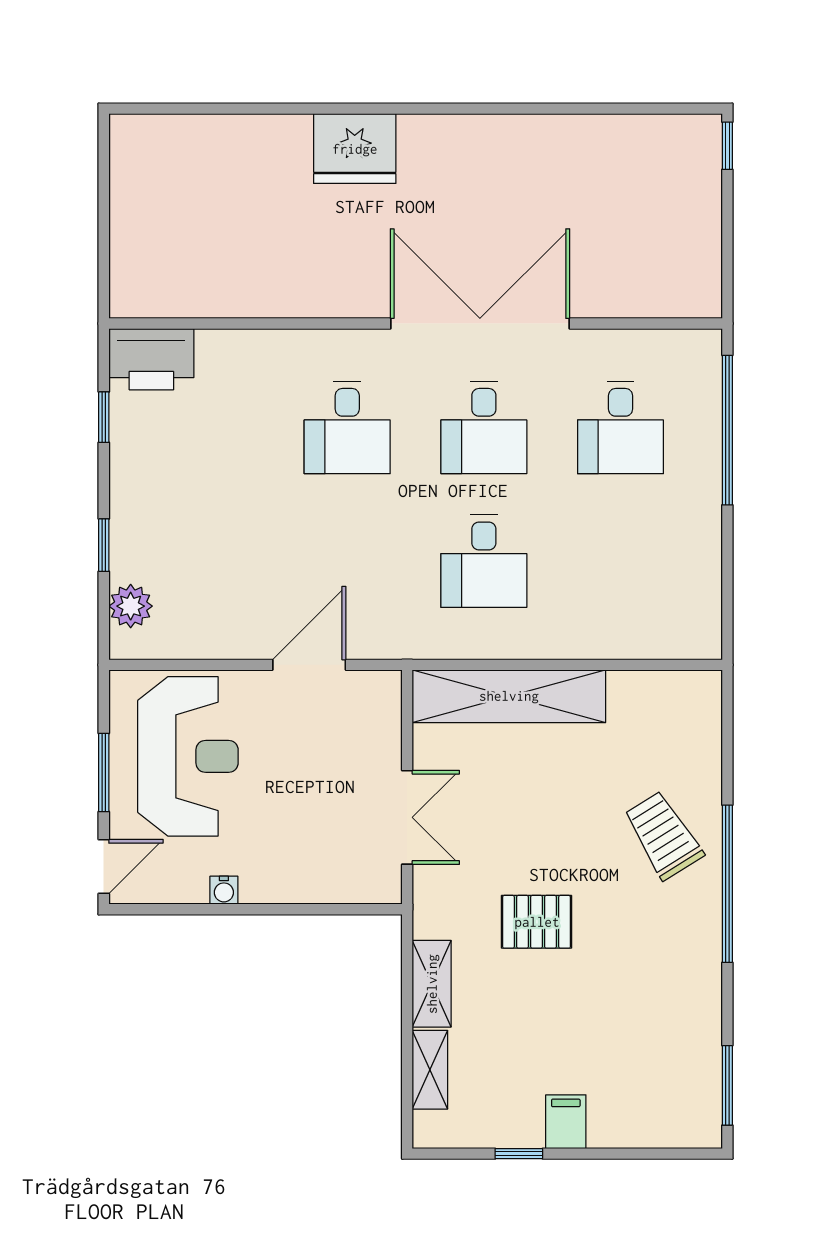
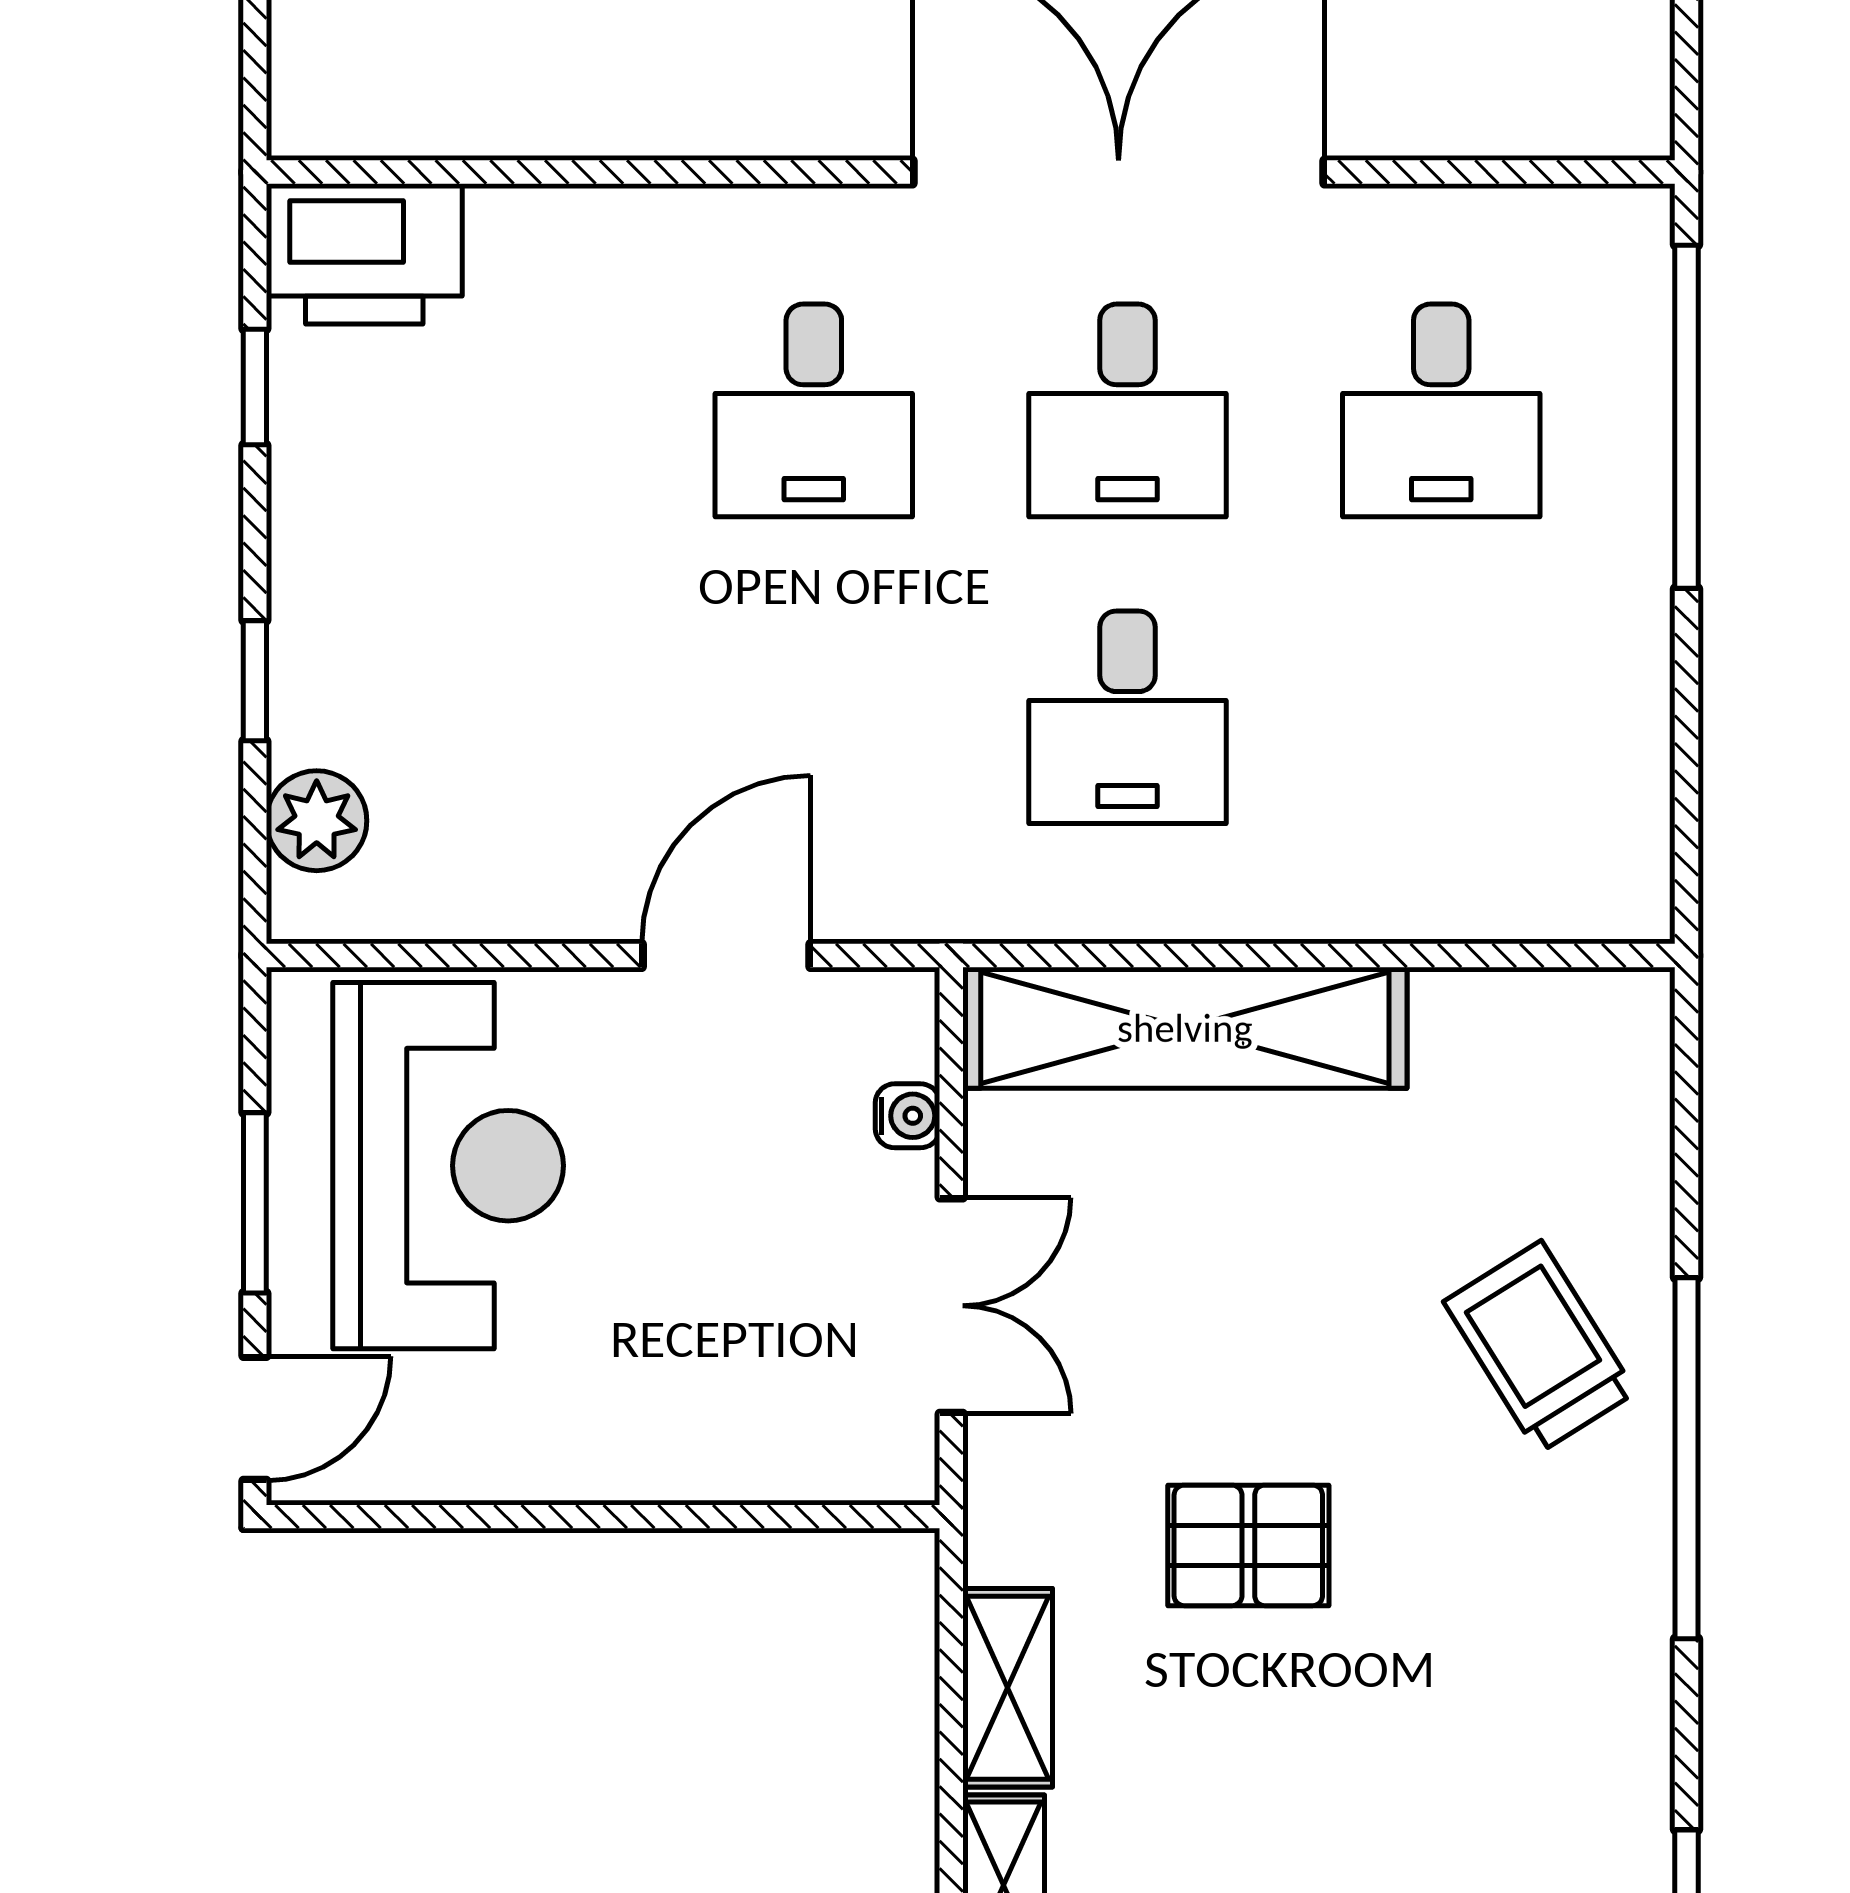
water cooler: (224, 890) -> (908, 1116), moved, turned -90

